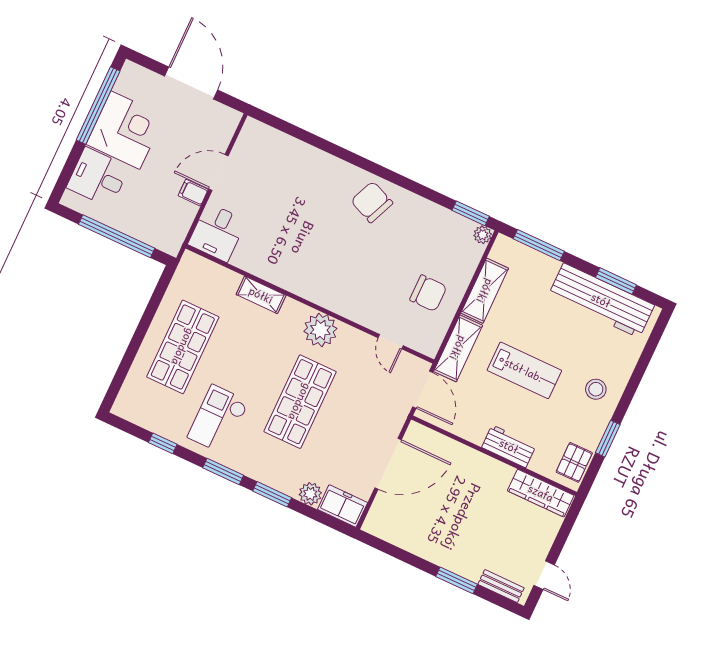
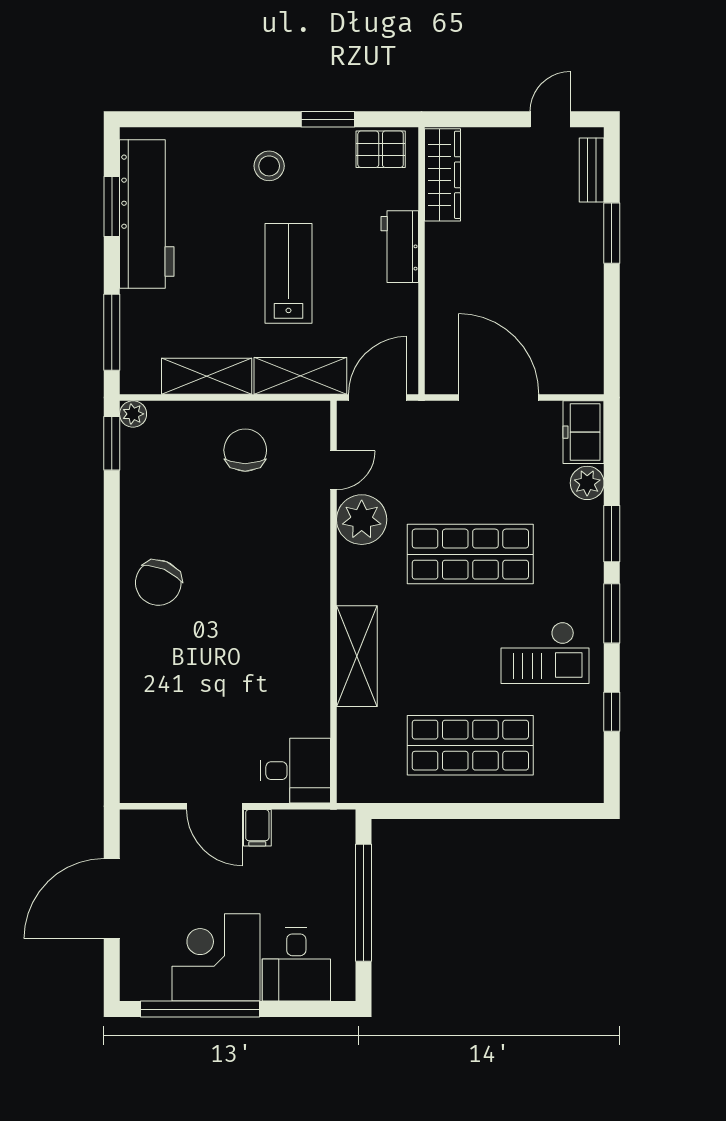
shelving: (261, 295) -> (357, 656), width x1.50, depth x1.33
plant: (320, 330) -> (362, 520), moved

